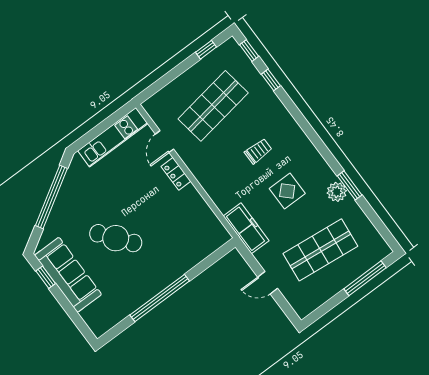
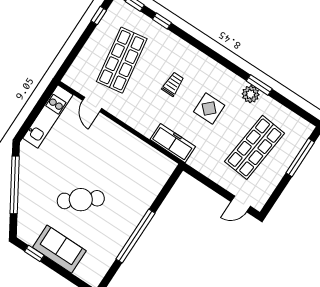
locker: (176, 174) -> (111, 128), removed
freezer: (246, 228) -> (173, 143), moved
sofa: (68, 275) -> (59, 249), width x0.73
door: (268, 283) -> (241, 204), moved

